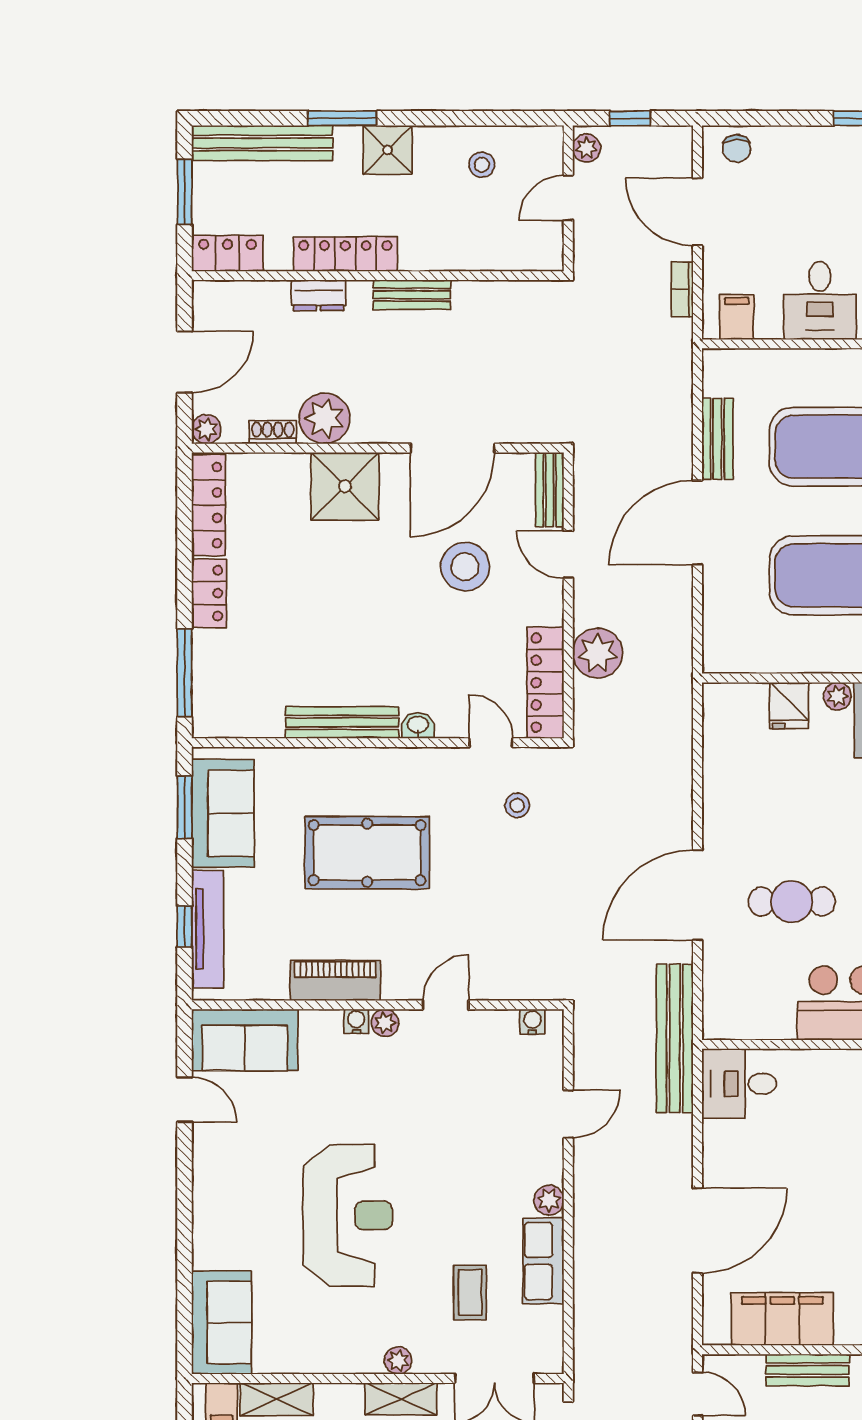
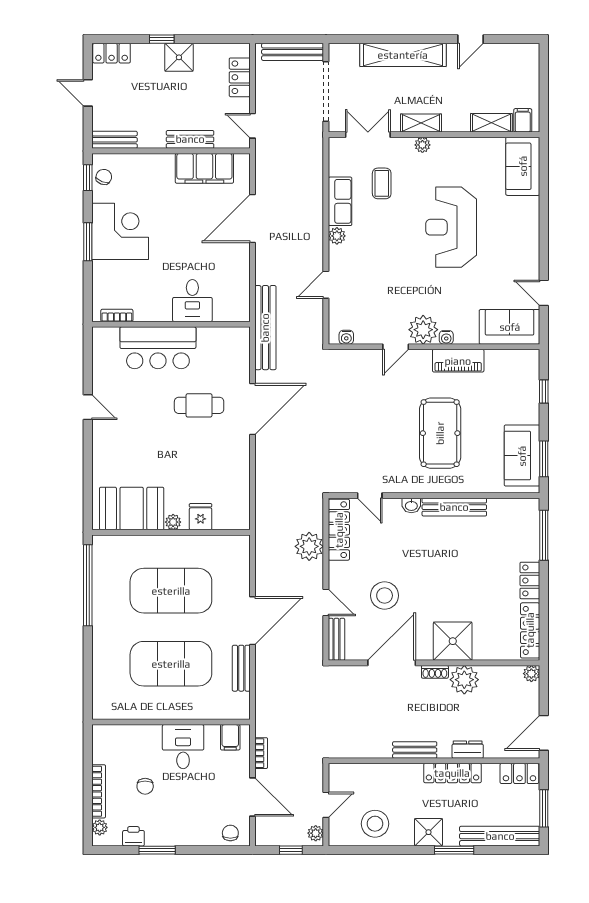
stool: (482, 165) -> (375, 824), width x1.89, depth x1.89
door: (185, 362) -> (544, 733), moved
shoe rack: (273, 432) -> (435, 672), moved
stool: (517, 805) -> (355, 460), removed
pool table: (367, 853) -> (440, 433), turned 90
tv unit: (208, 929) -> (531, 390), removed
plant: (385, 1023) -> (423, 330), width x1.87, depth x1.87
desk: (739, 1084) -> (192, 301), moved, turned 90

